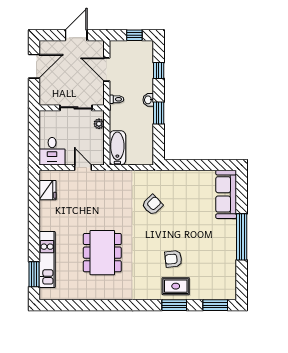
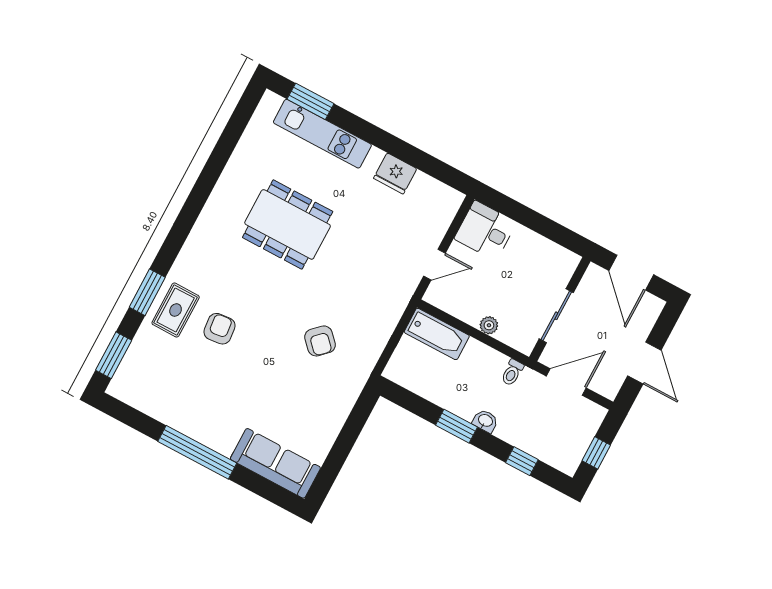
wall: (72, 108) -> (560, 309), moved
sliding door: (76, 108) -> (556, 316), moved
fridge: (48, 190) -> (395, 173), moved

